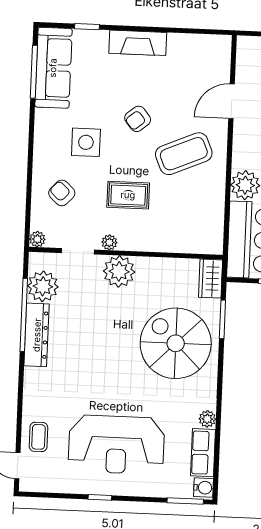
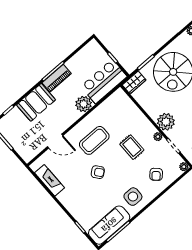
fireplace: (138, 43) -> (50, 180), moved
side table: (86, 142) -> (133, 197), moved
coffee table: (184, 154) -> (94, 140), turned -67

